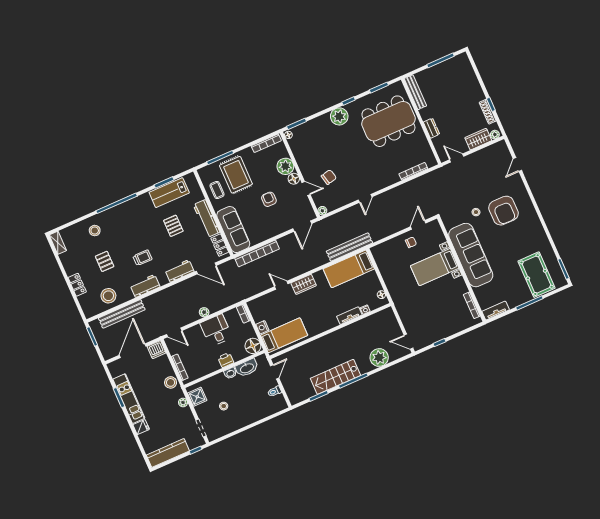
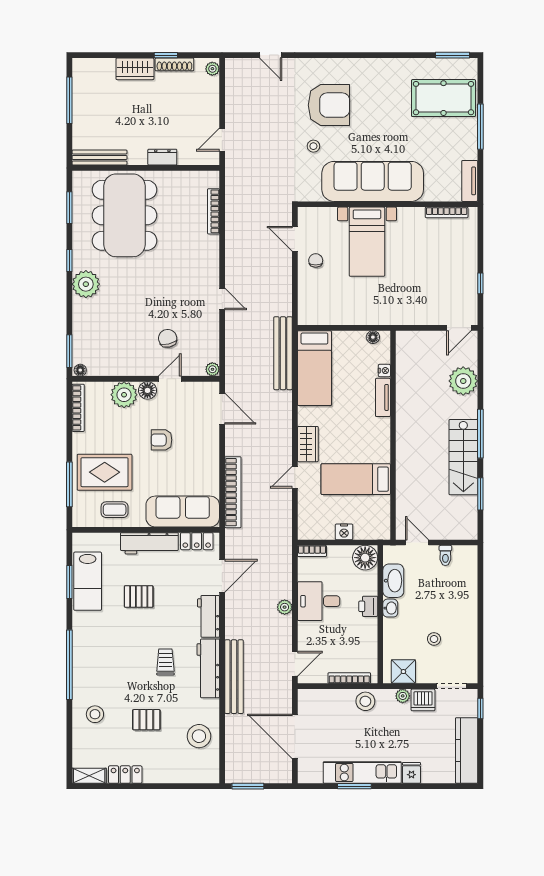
wardrobe: (478, 139) -> (135, 69), moved, turned -90
locker: (77, 285) -> (125, 775), moved
workbench: (145, 286) -> (208, 668), width x1.38
bench: (122, 314) -> (234, 677), moved
bed: (284, 335) -> (356, 479), moved, turned -90
dishwasher: (157, 350) -> (423, 700), moved, turned 90

